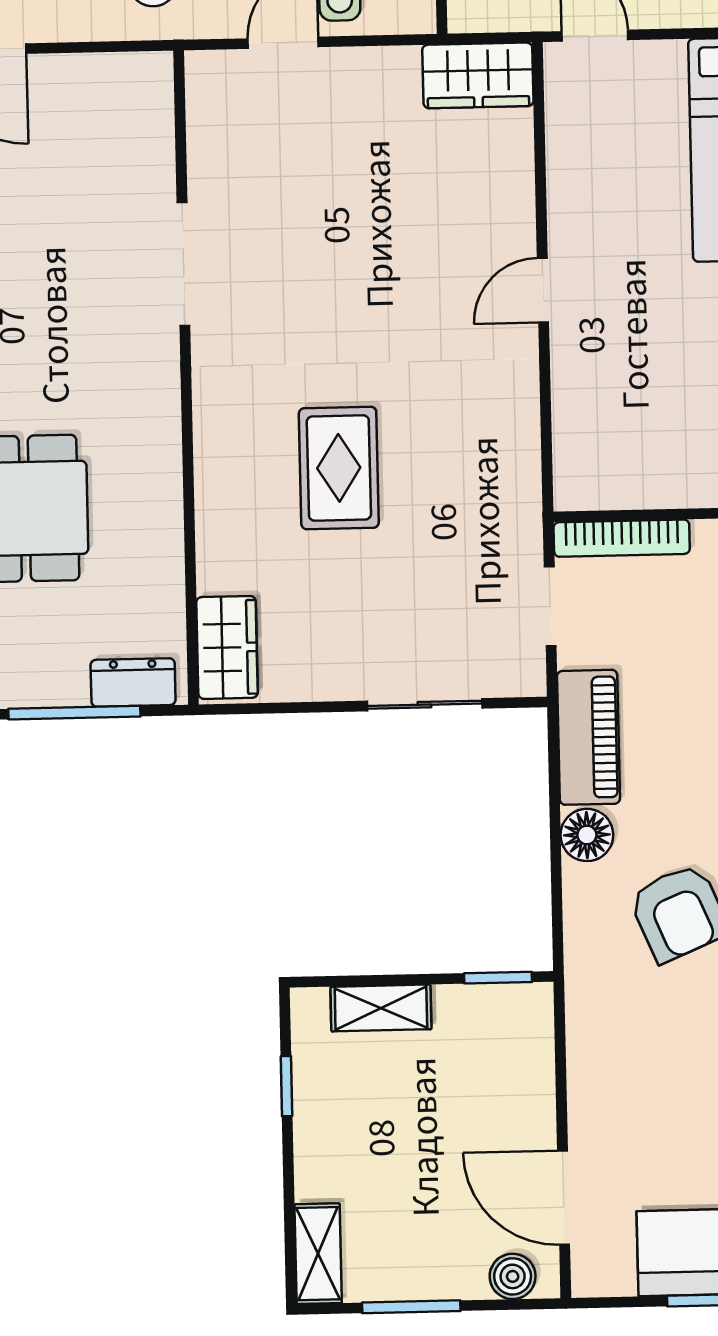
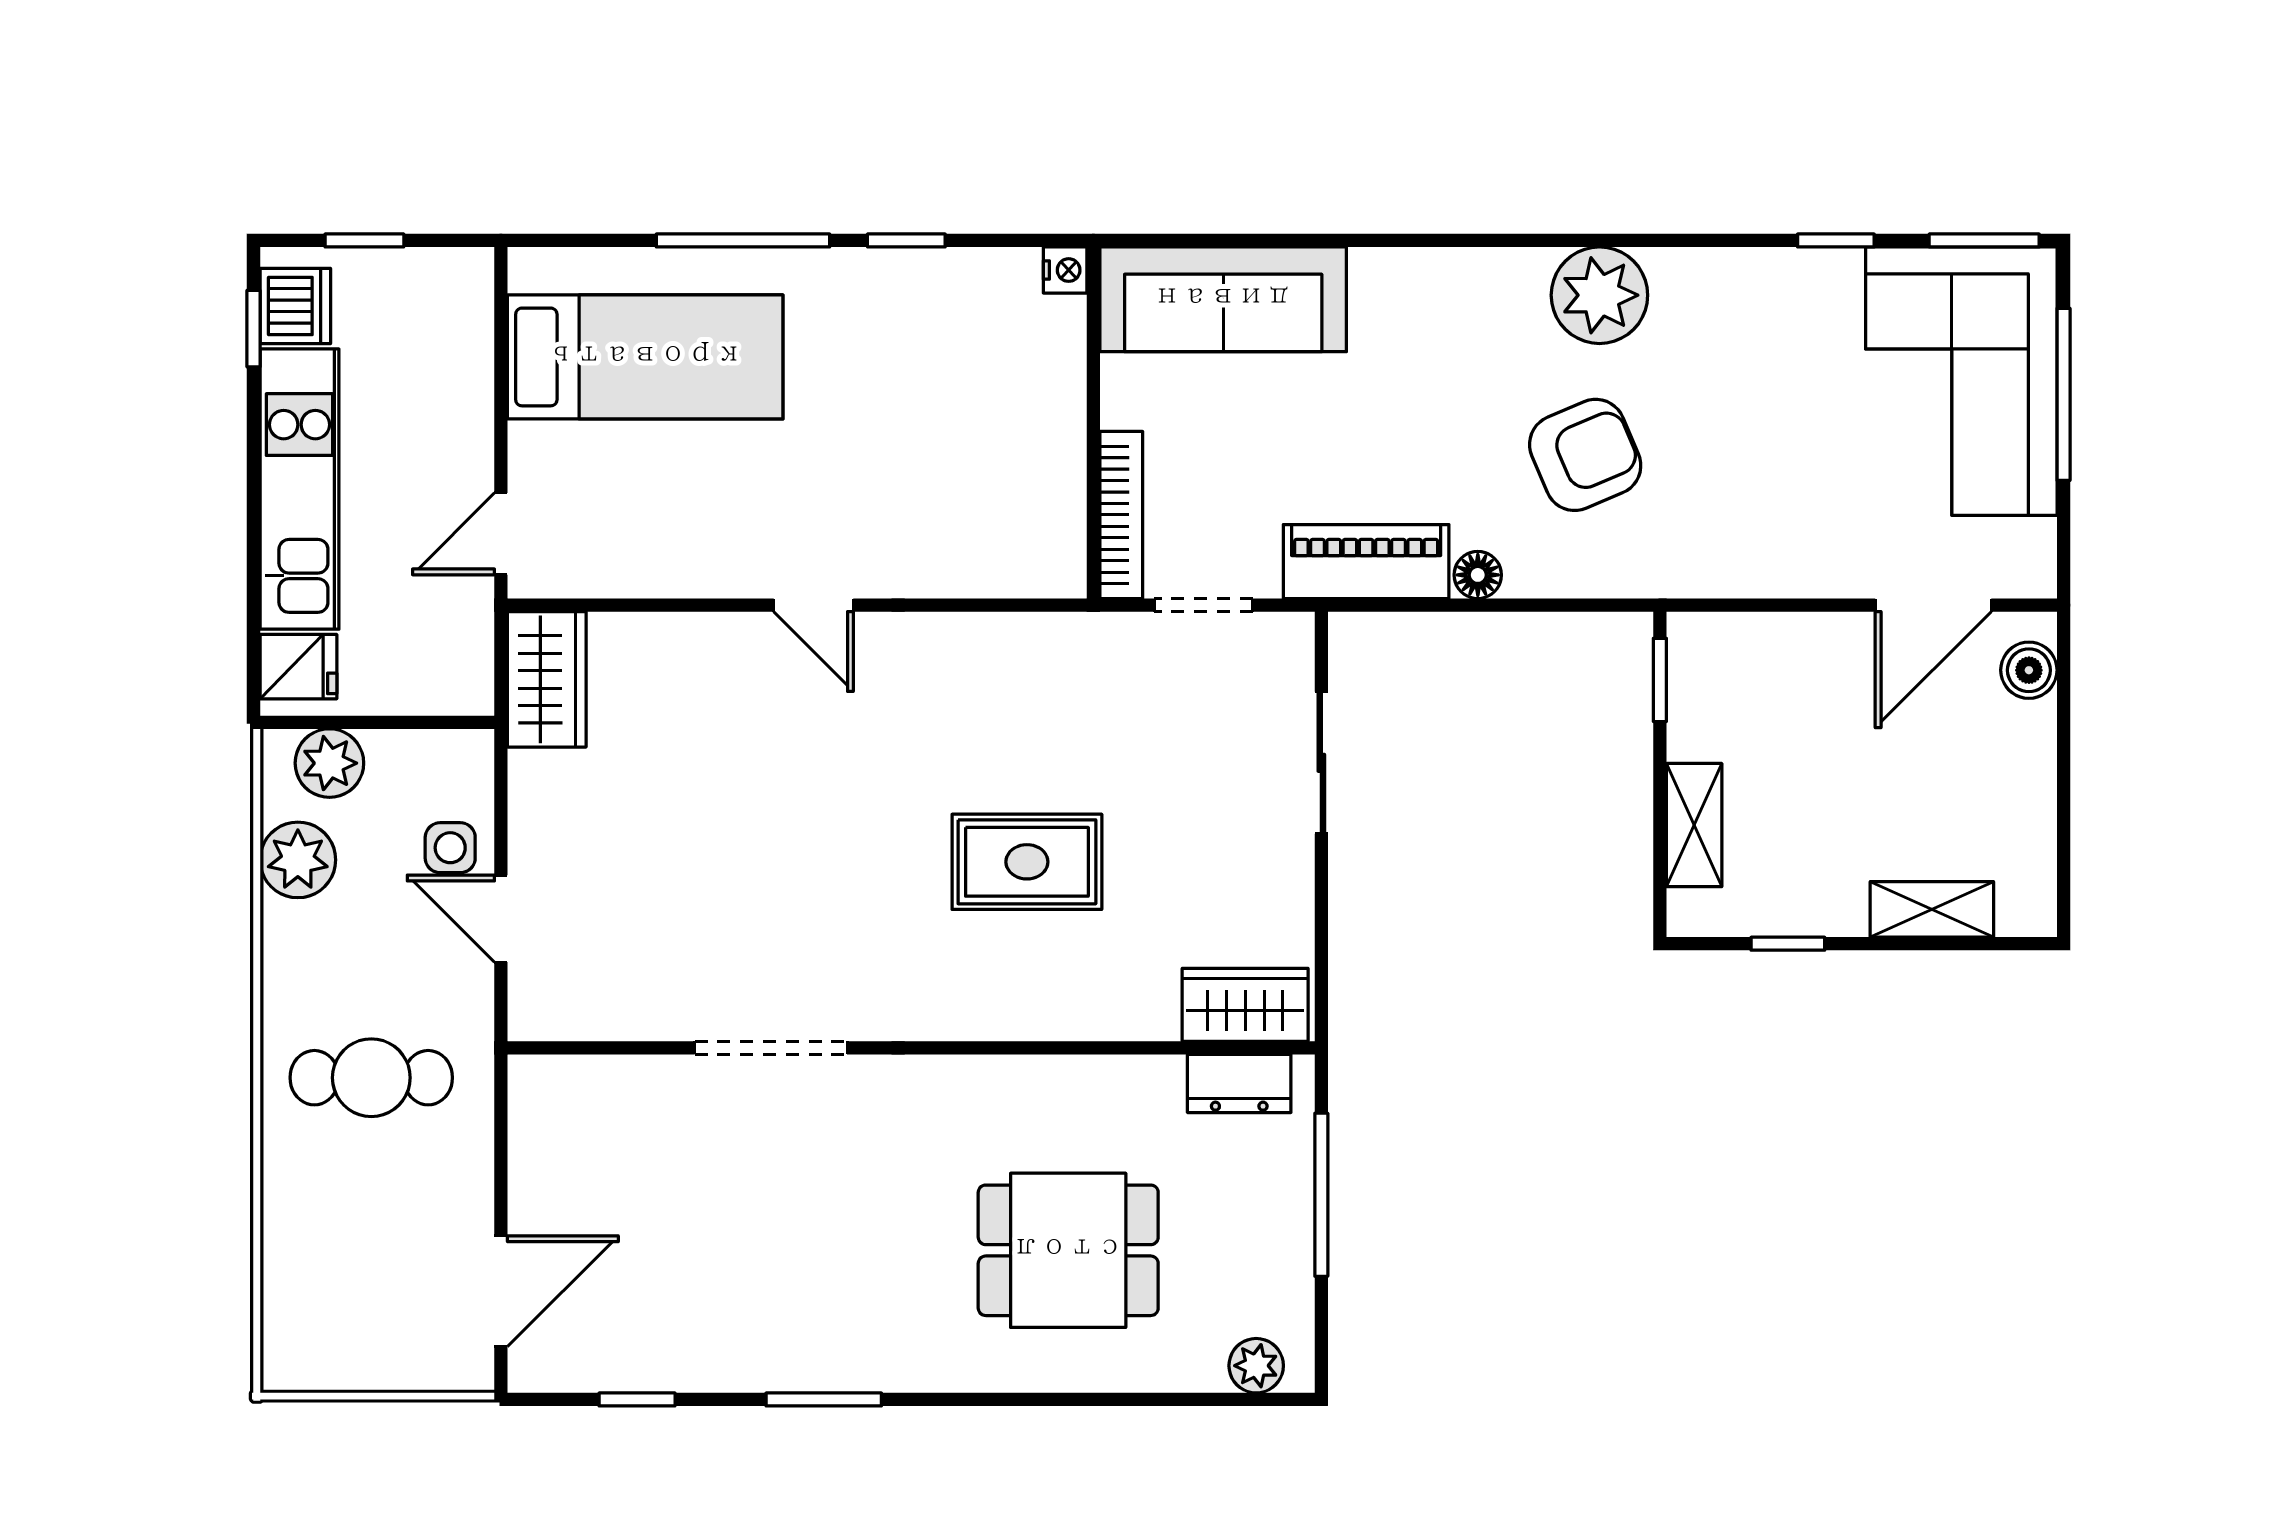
dresser: (133, 682) -> (1239, 1083), moved, turned -90
floor lamp: (587, 835) -> (1478, 575), width x0.73, depth x0.73
shelving: (318, 1254) -> (1932, 909), moved
window: (411, 1307) -> (2064, 796), removed

